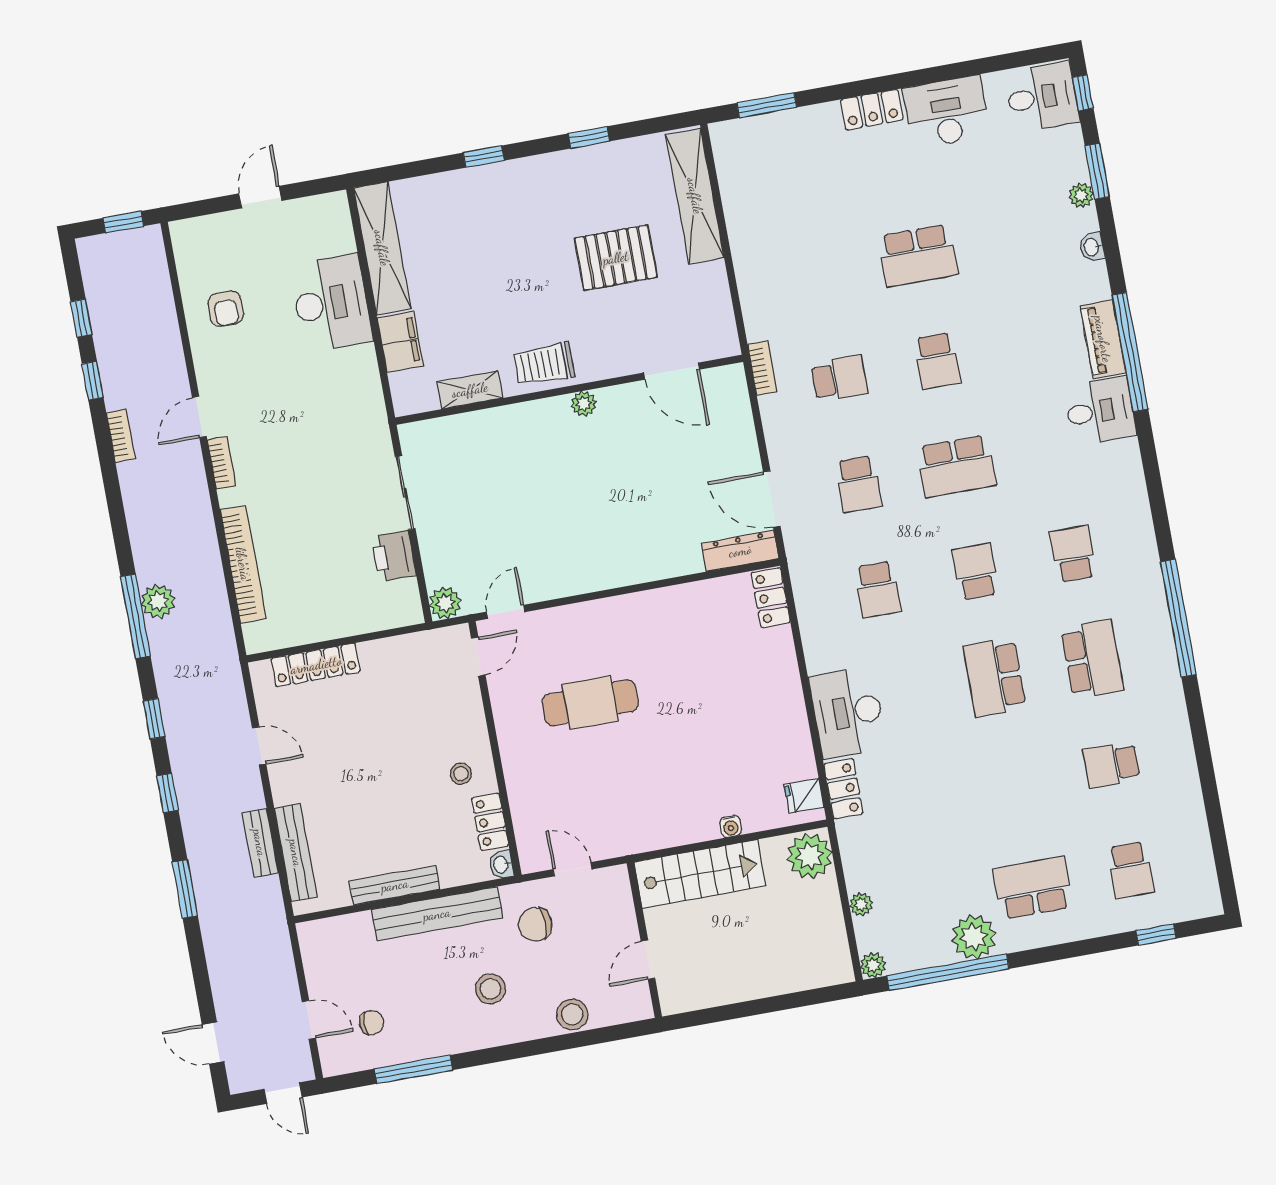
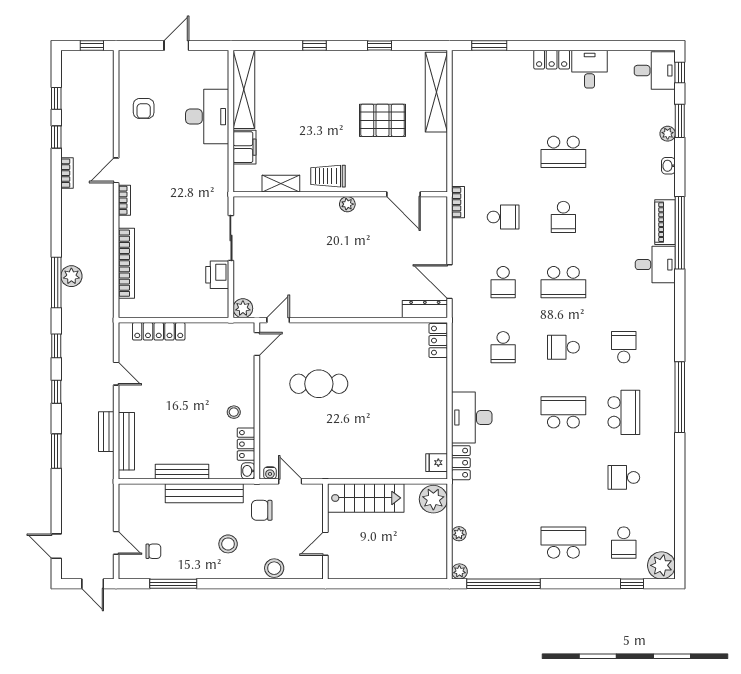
desk: (947, 112) -> (590, 69), width x0.73
school desk: (975, 572) -> (563, 347), turned -90
school desk: (995, 677) -> (563, 412), turned 90
water cooler: (731, 826) -> (270, 473), moved
plant: (974, 937) -> (661, 565), moved

